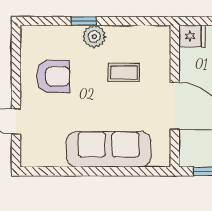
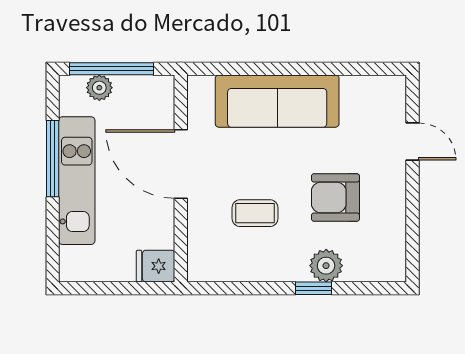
plant: (94, 37) -> (326, 266), moved
armchair: (53, 76) -> (335, 197), moved

